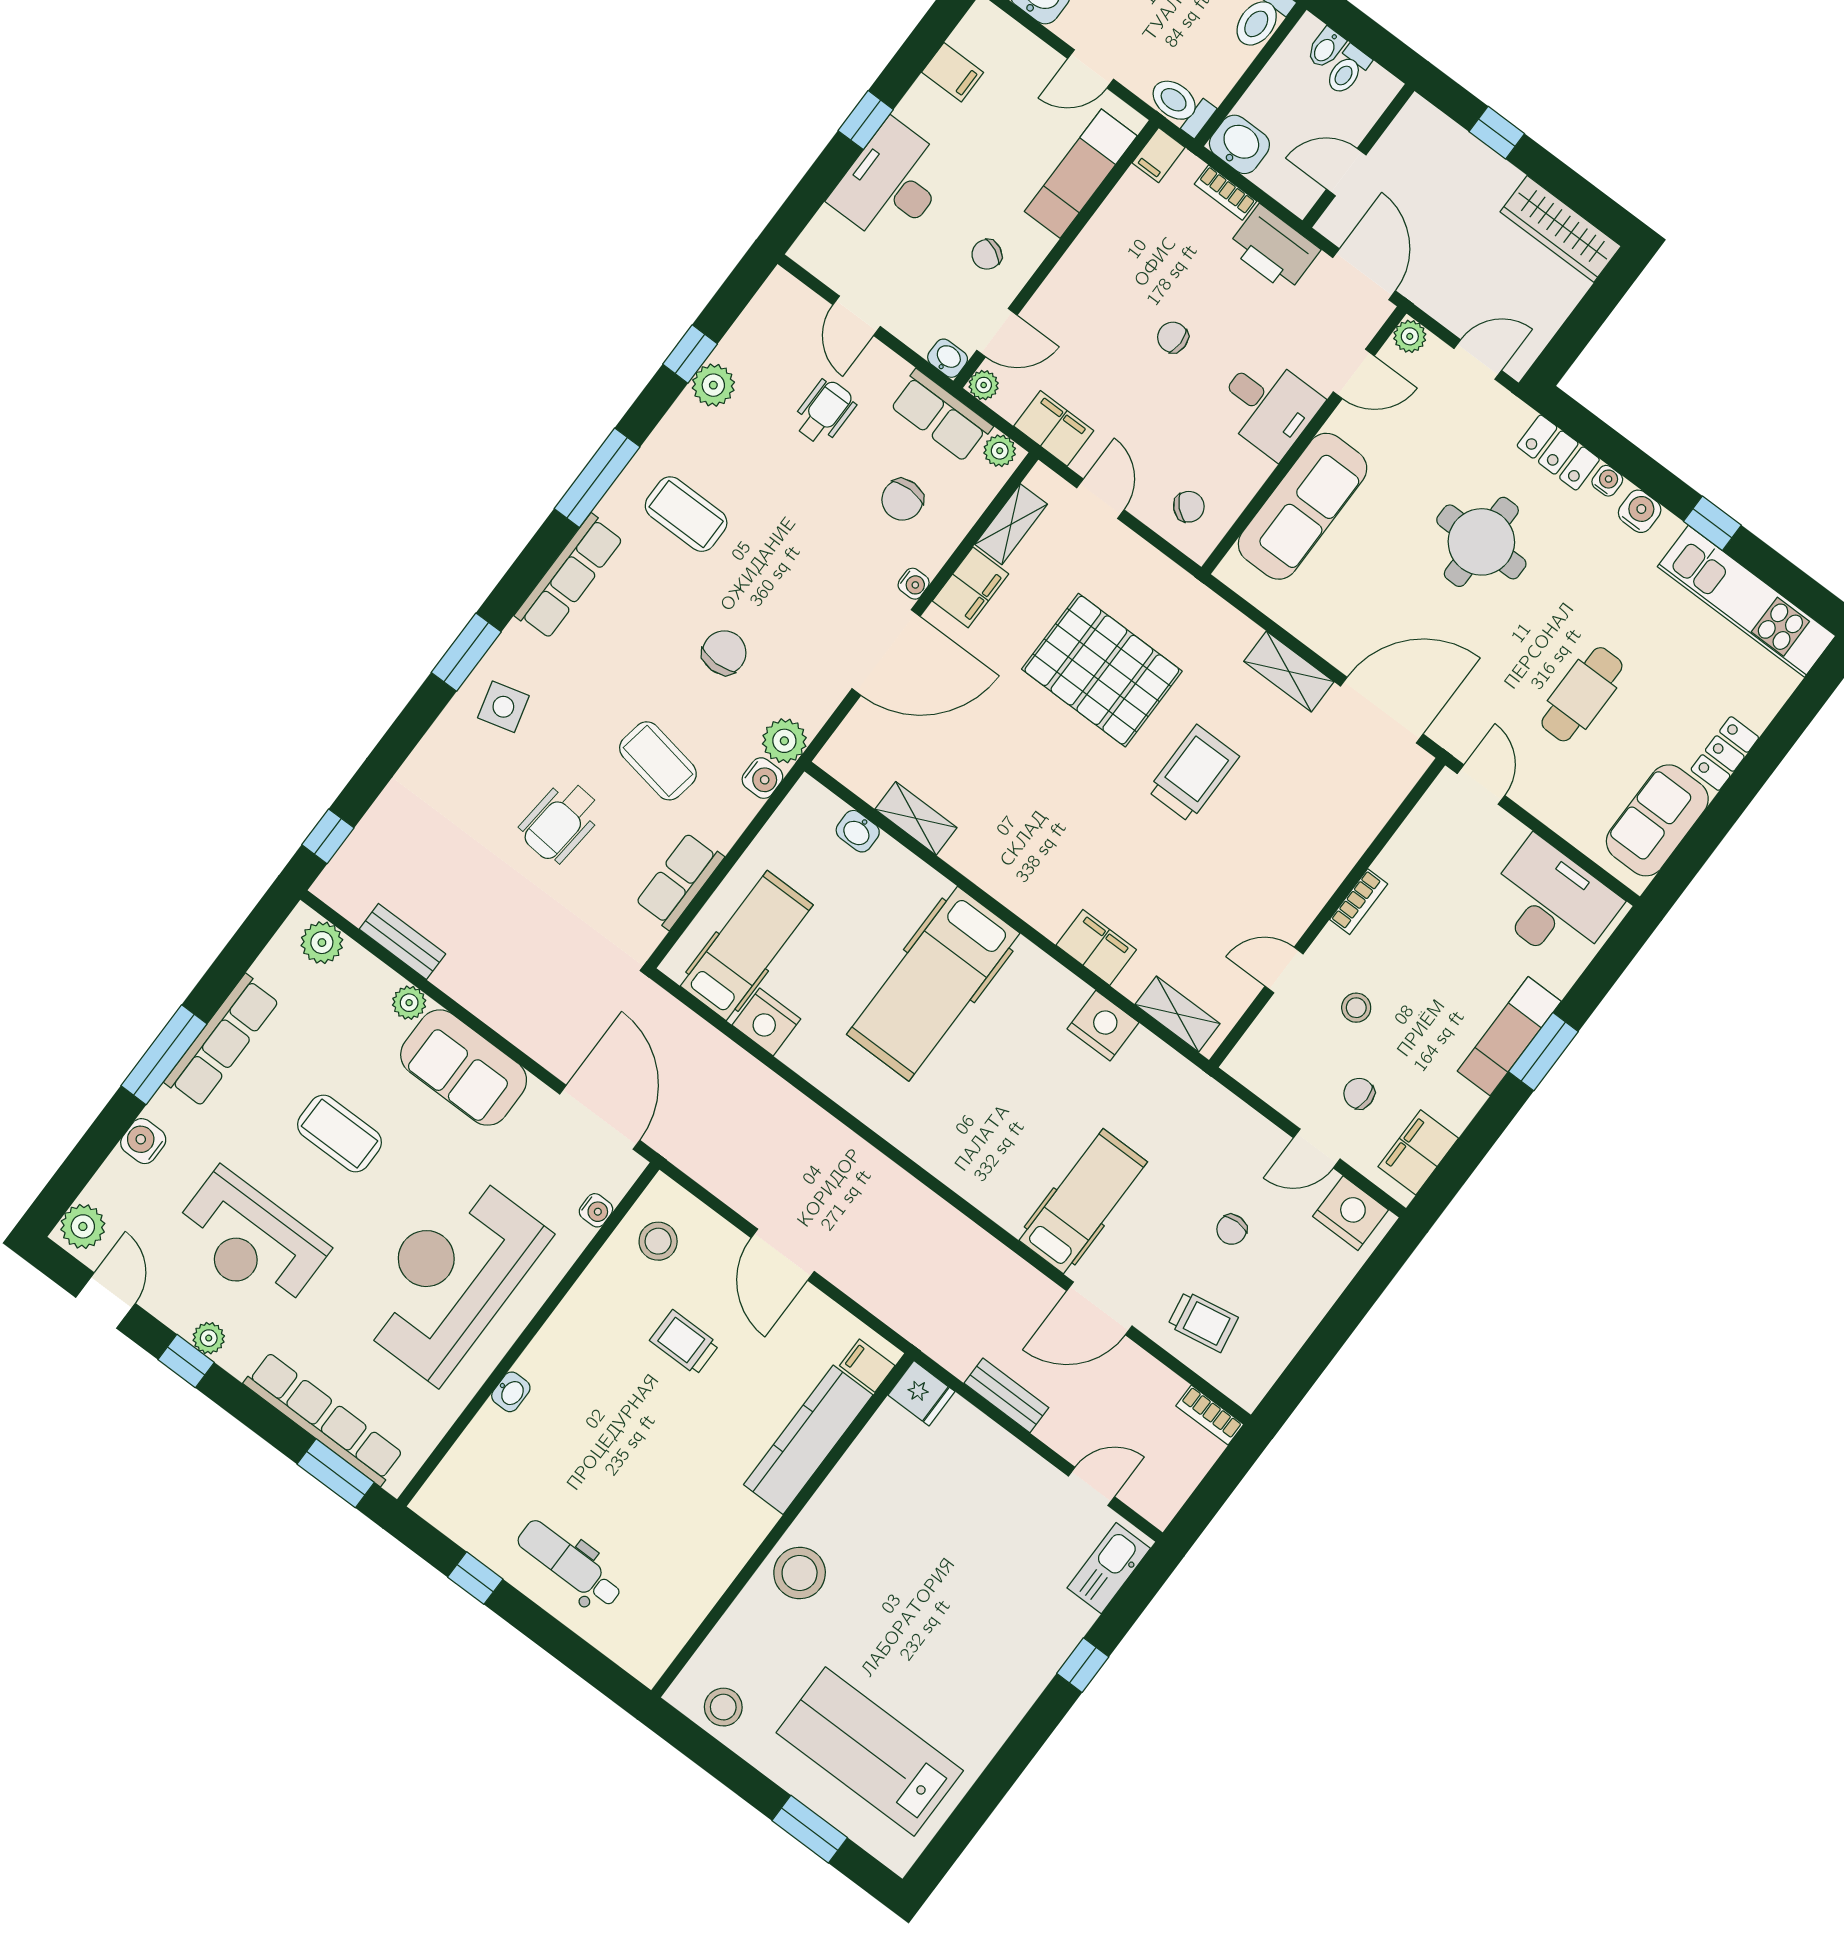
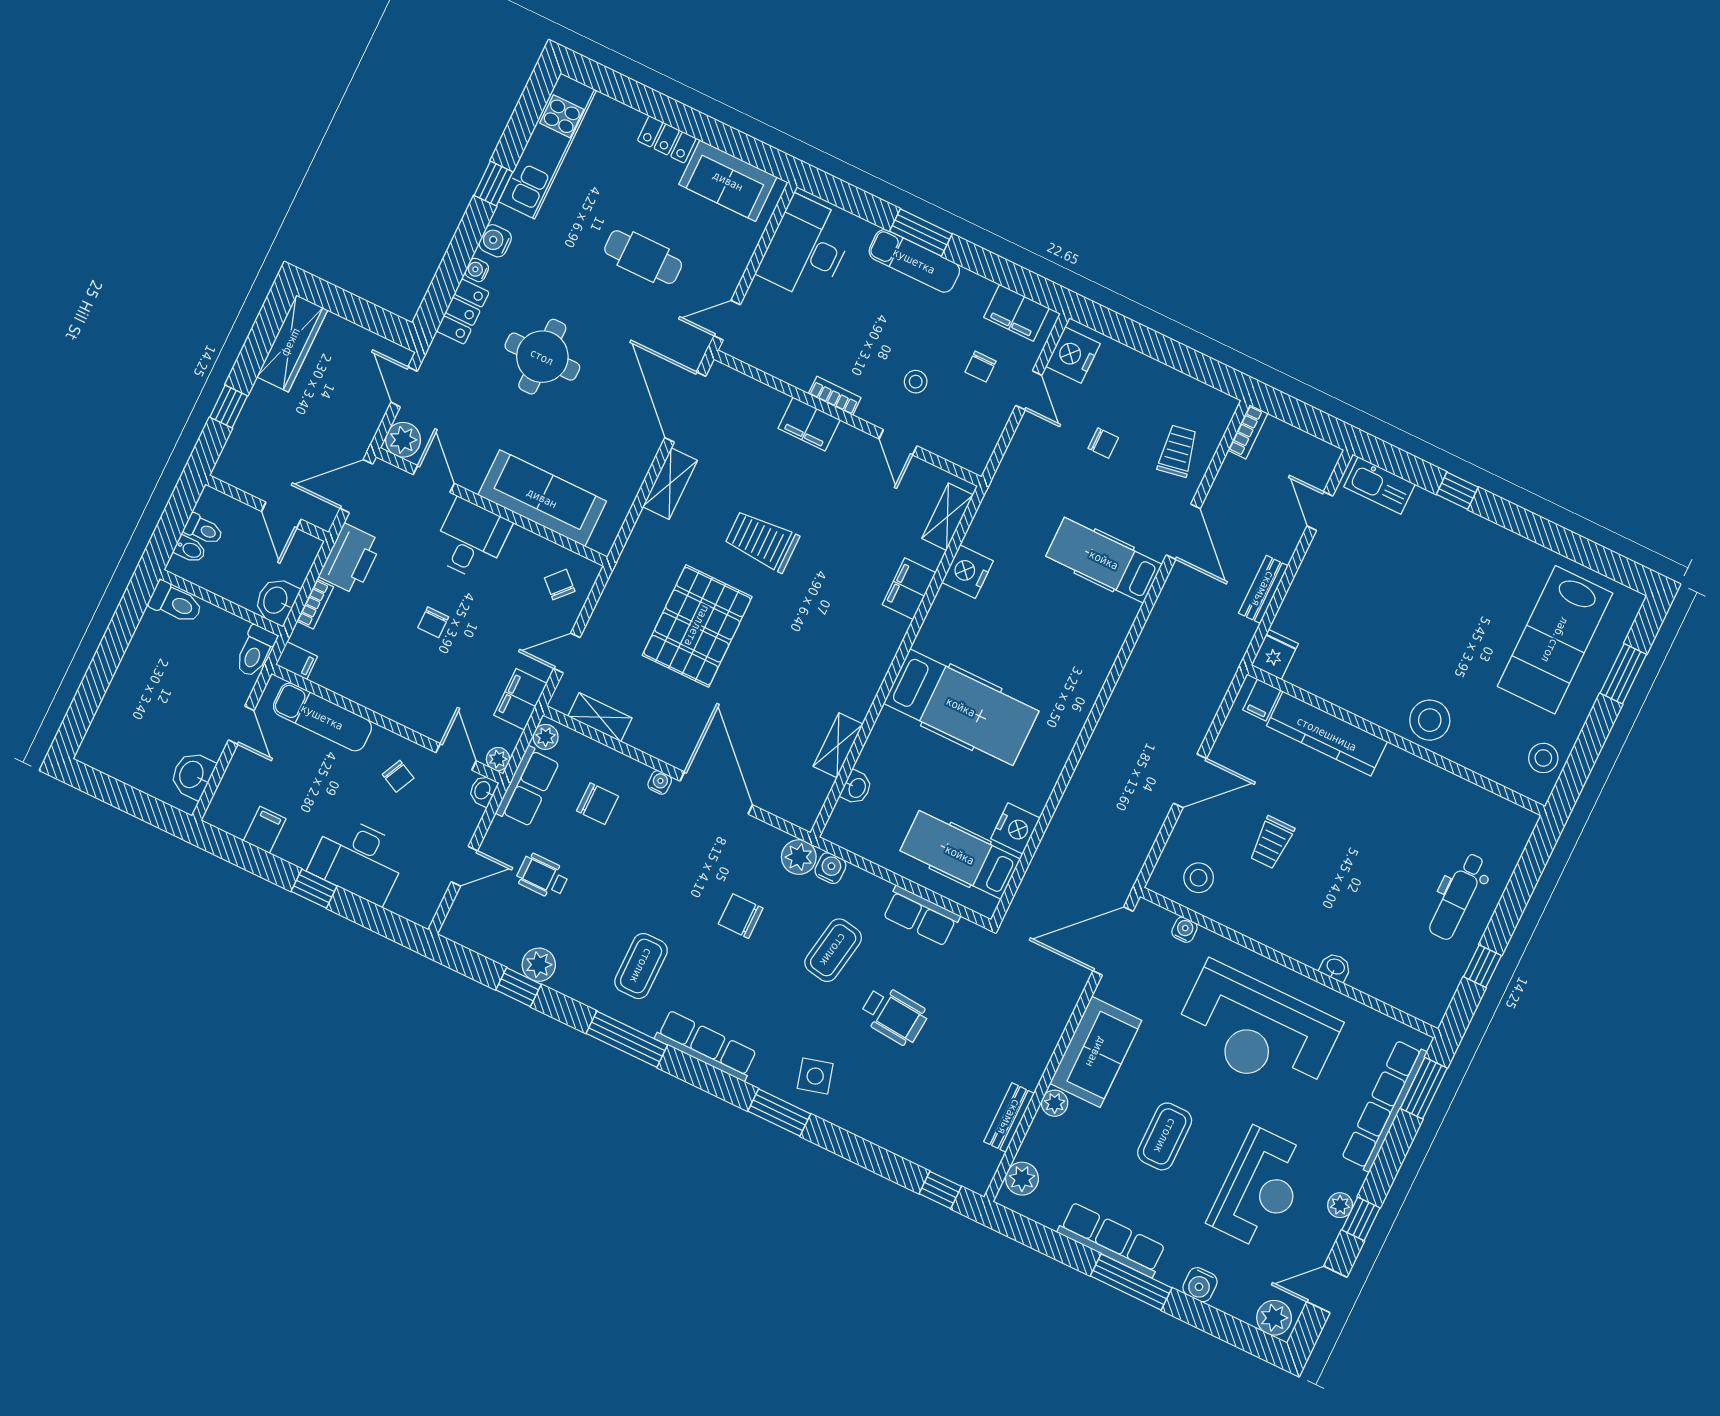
plant: (1410, 336) -> (403, 440), width x1.38, depth x1.38
filing cabinet: (971, 587) -> (809, 424), moved, turned 180

